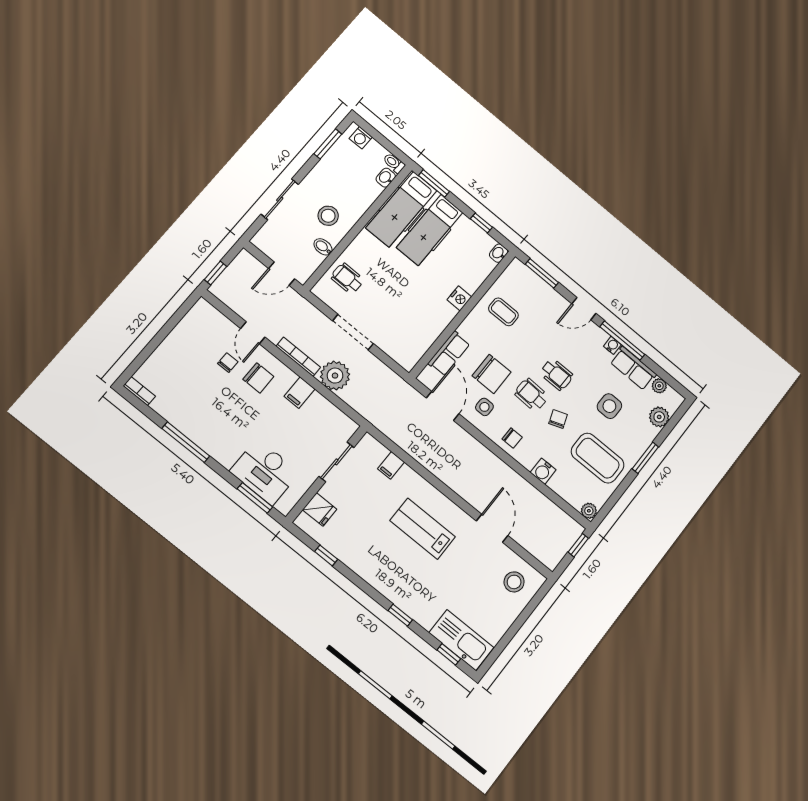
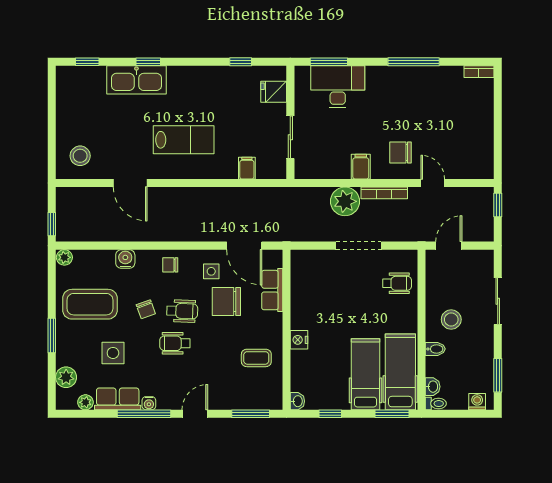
bidet: (323, 247) -> (435, 349), moved
chair: (228, 363) -> (432, 145), removed
kitchen sink: (461, 640) -> (136, 80), moved

